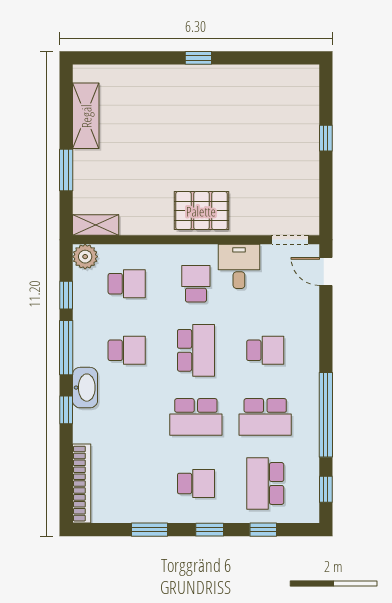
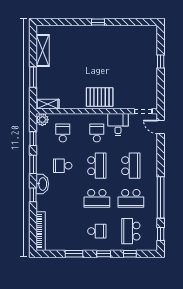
school desk: (127, 284) -> (63, 133), turned -90
window: (66, 348) -> (33, 164), width x0.69
school desk: (127, 350) -> (63, 166), turned 180
school desk: (265, 350) -> (131, 166), width x1.85

